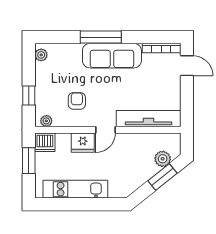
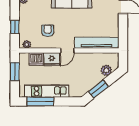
dishwasher: (45, 142) -> (36, 59), moved
window: (162, 177) -> (98, 89), moved
window: (66, 204) -> (40, 101), added

